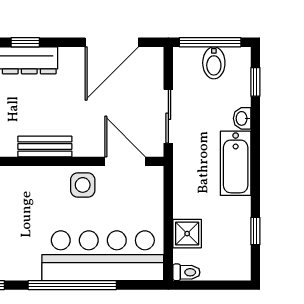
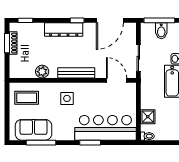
window: (25, 42) -> (77, 20), moved
bench: (45, 146) -> (76, 73), width x1.36
side table: (83, 185) -> (67, 98), moved
window: (72, 285) -> (90, 143), width x0.47

